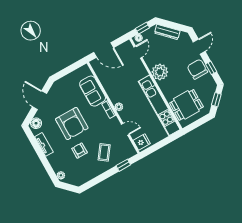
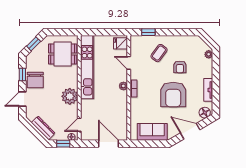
sofa: (93, 91) -> (152, 132), moved, turned -90
door: (40, 100) -> (190, 131), swing flipped
armchair: (72, 124) -> (173, 95), turned 180

